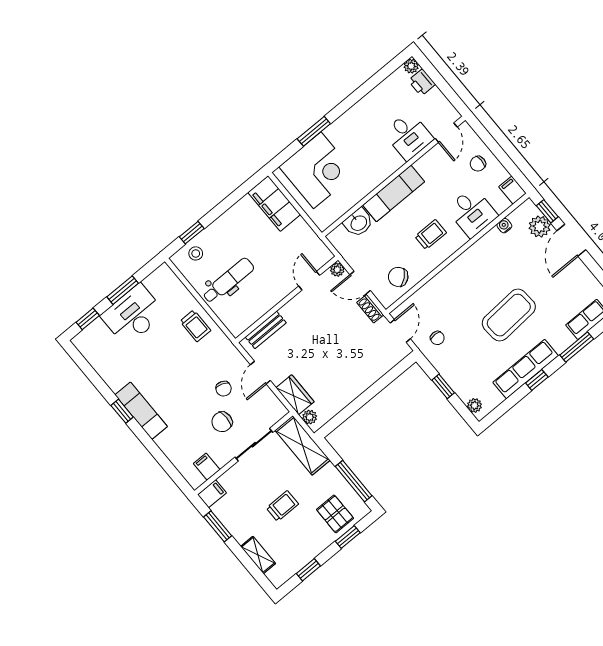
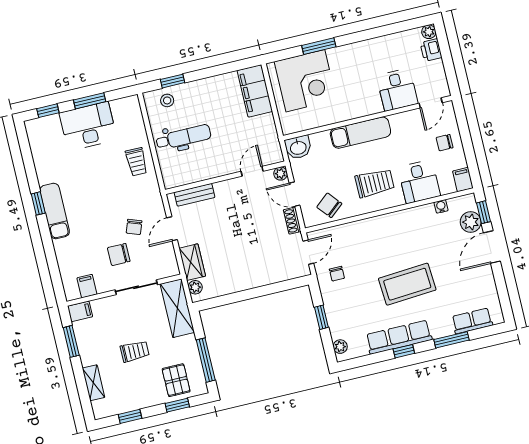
washbasin: (358, 223) -> (298, 147), moved
trolley: (431, 235) -> (375, 183), width x1.36, depth x1.39

